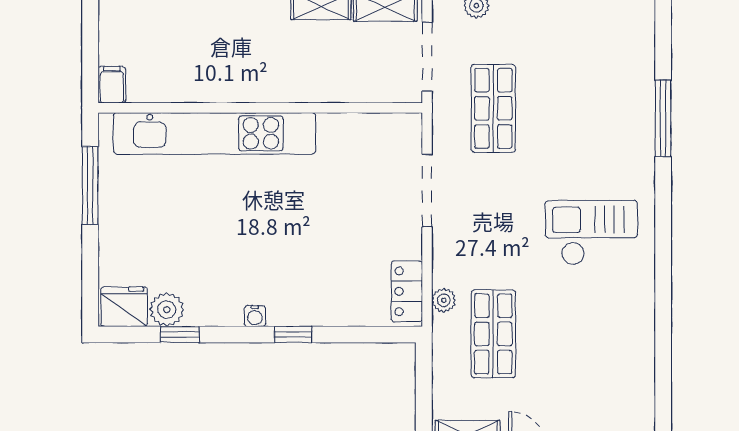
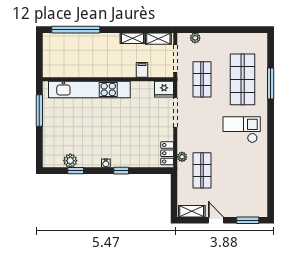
filing cabinet: (112, 85) -> (142, 70), moved
shop shelf: (594, 108) -> (243, 79), added
fridge: (124, 307) -> (164, 89), moved, turned 180

